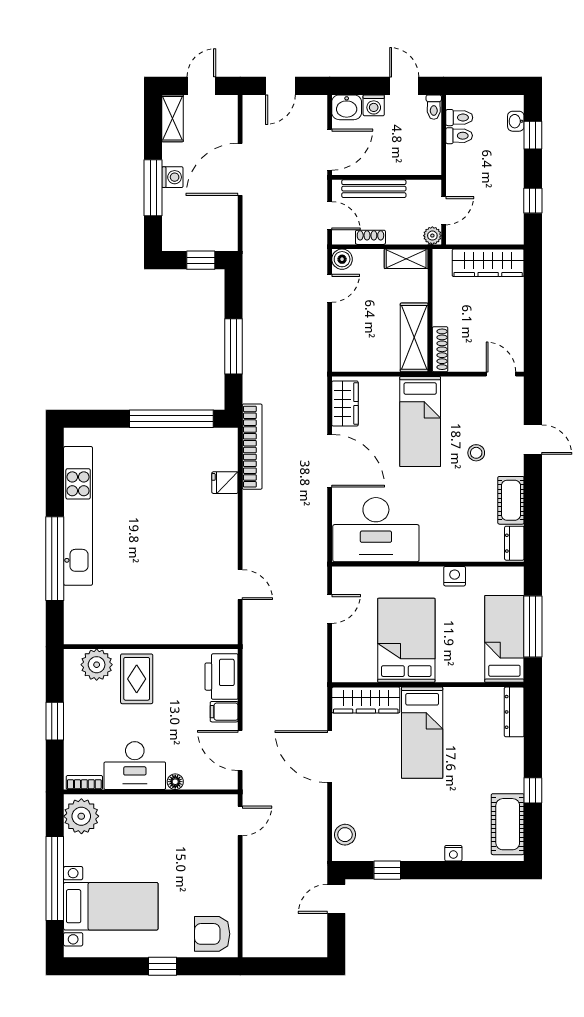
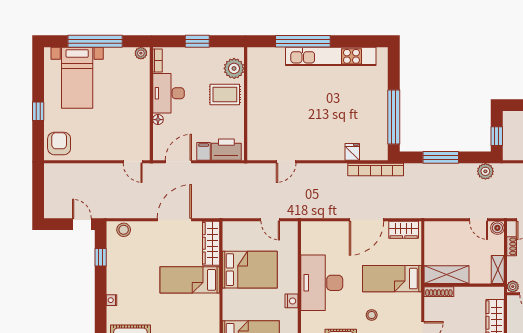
plant: (255, 278) -> (485, 171), added
desk: (376, 530) -> (322, 283), moved
plant: (81, 816) -> (141, 53), width x0.53, depth x0.53

